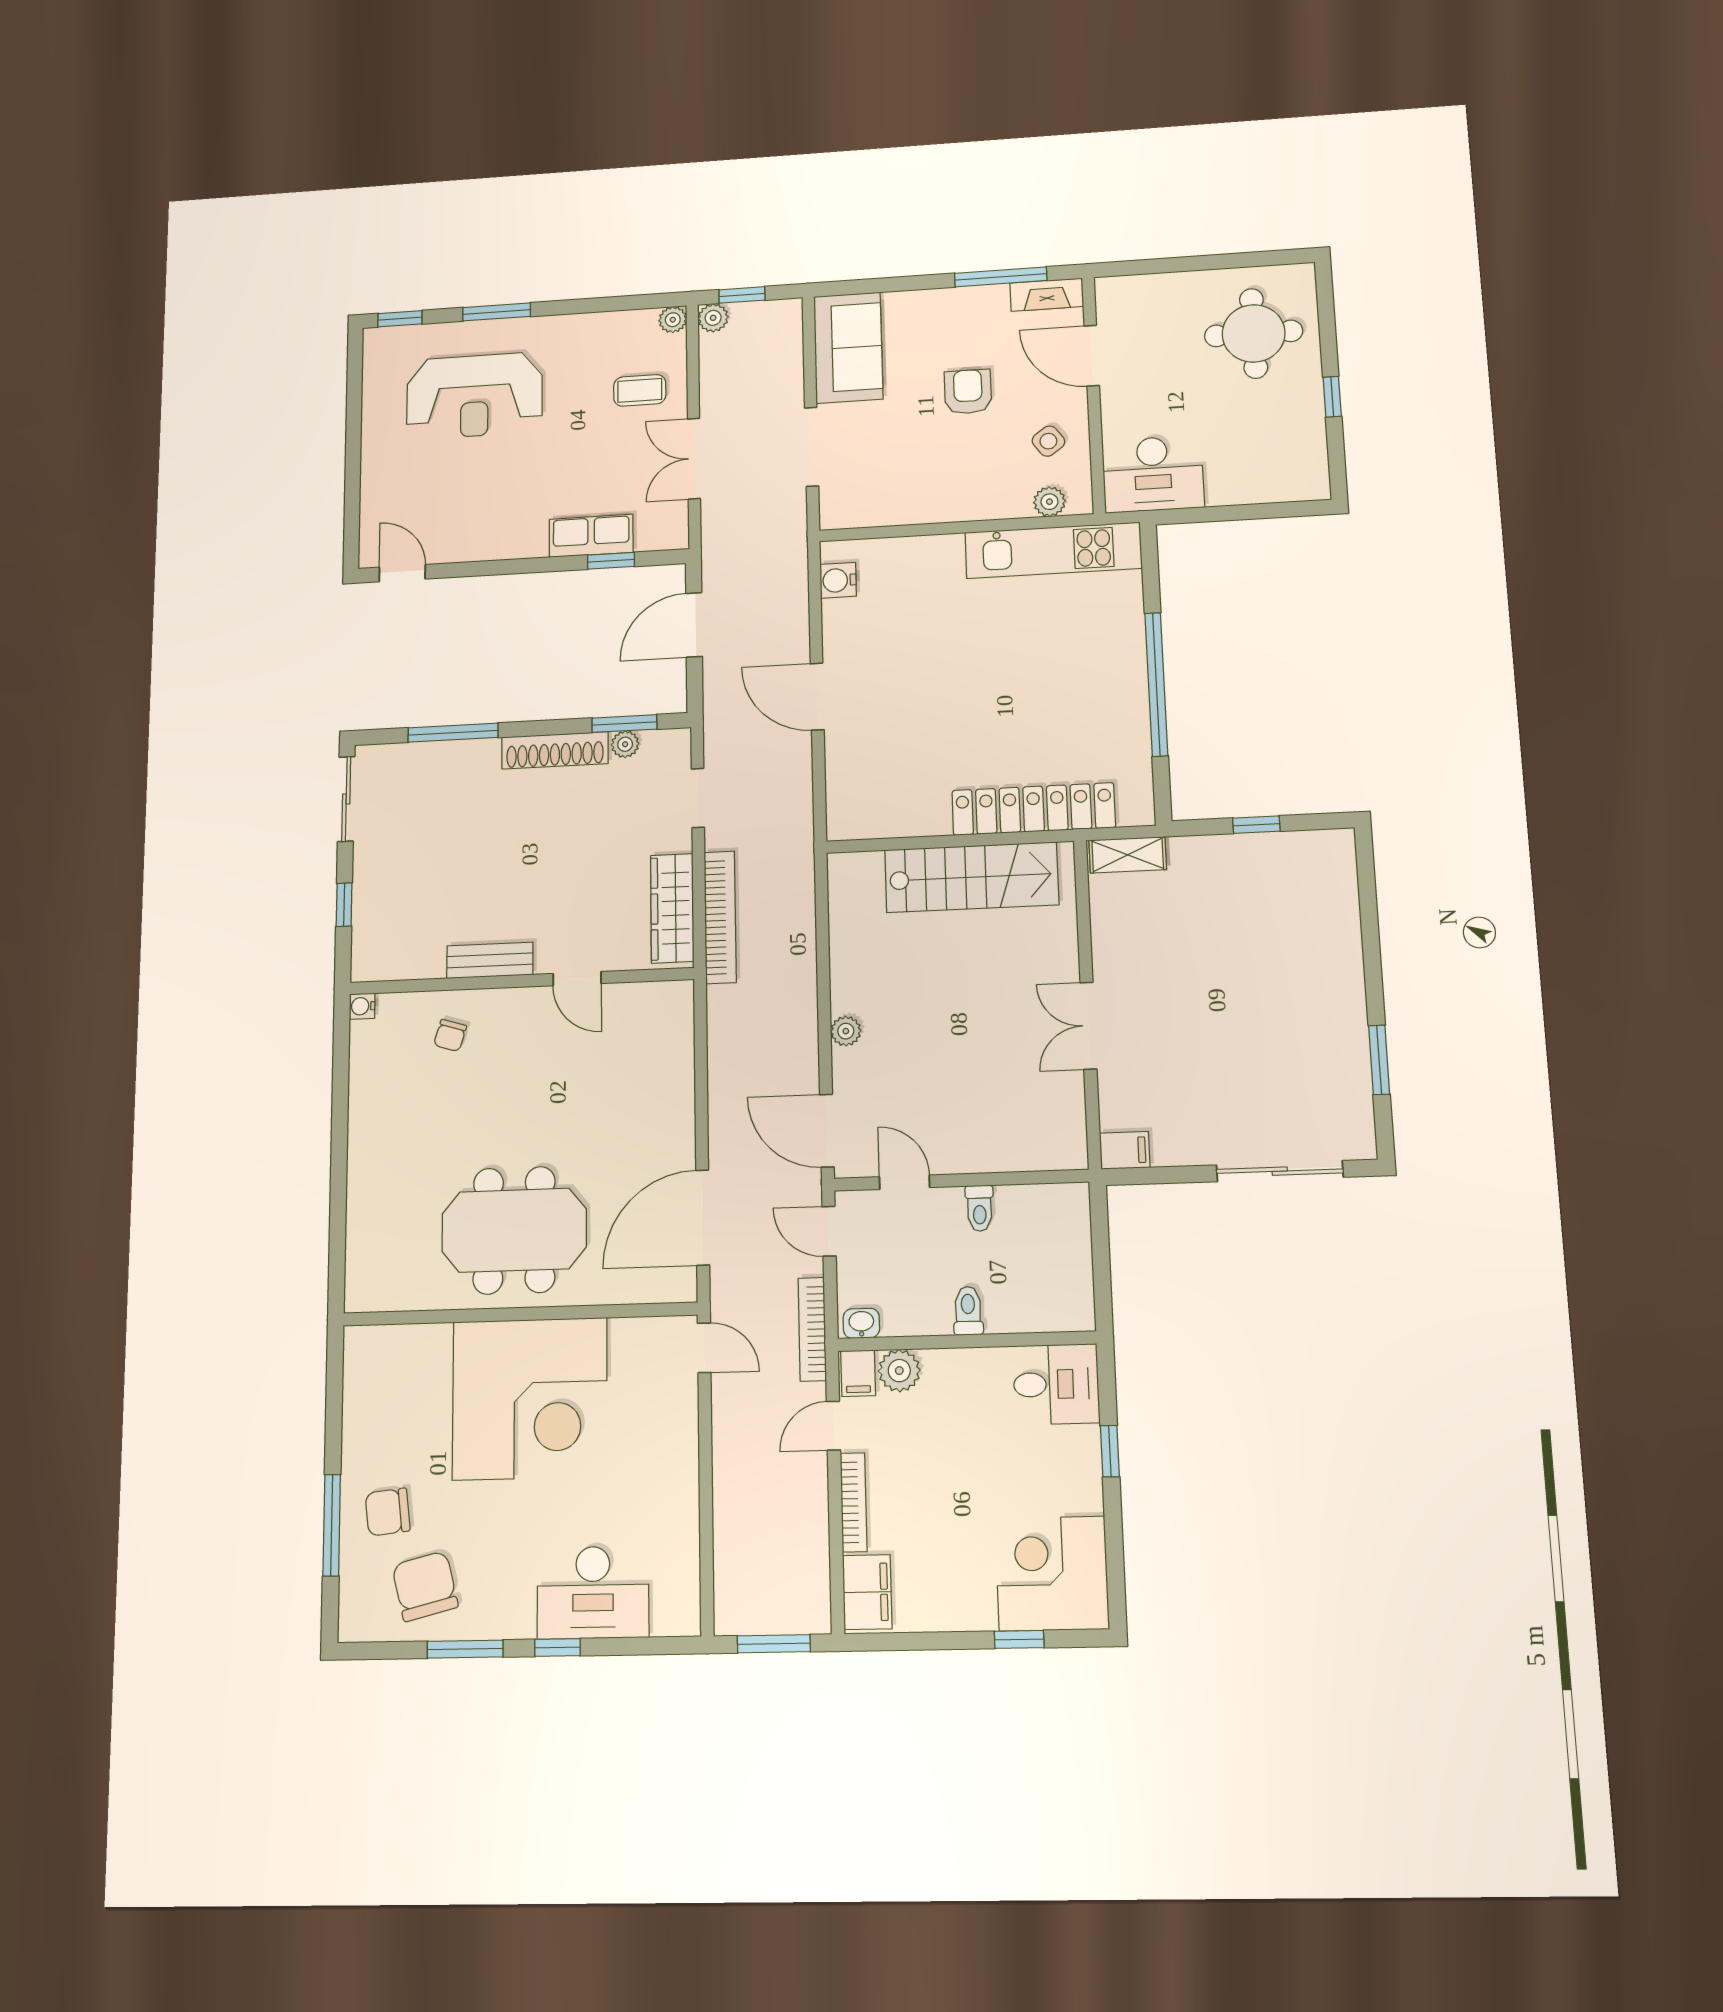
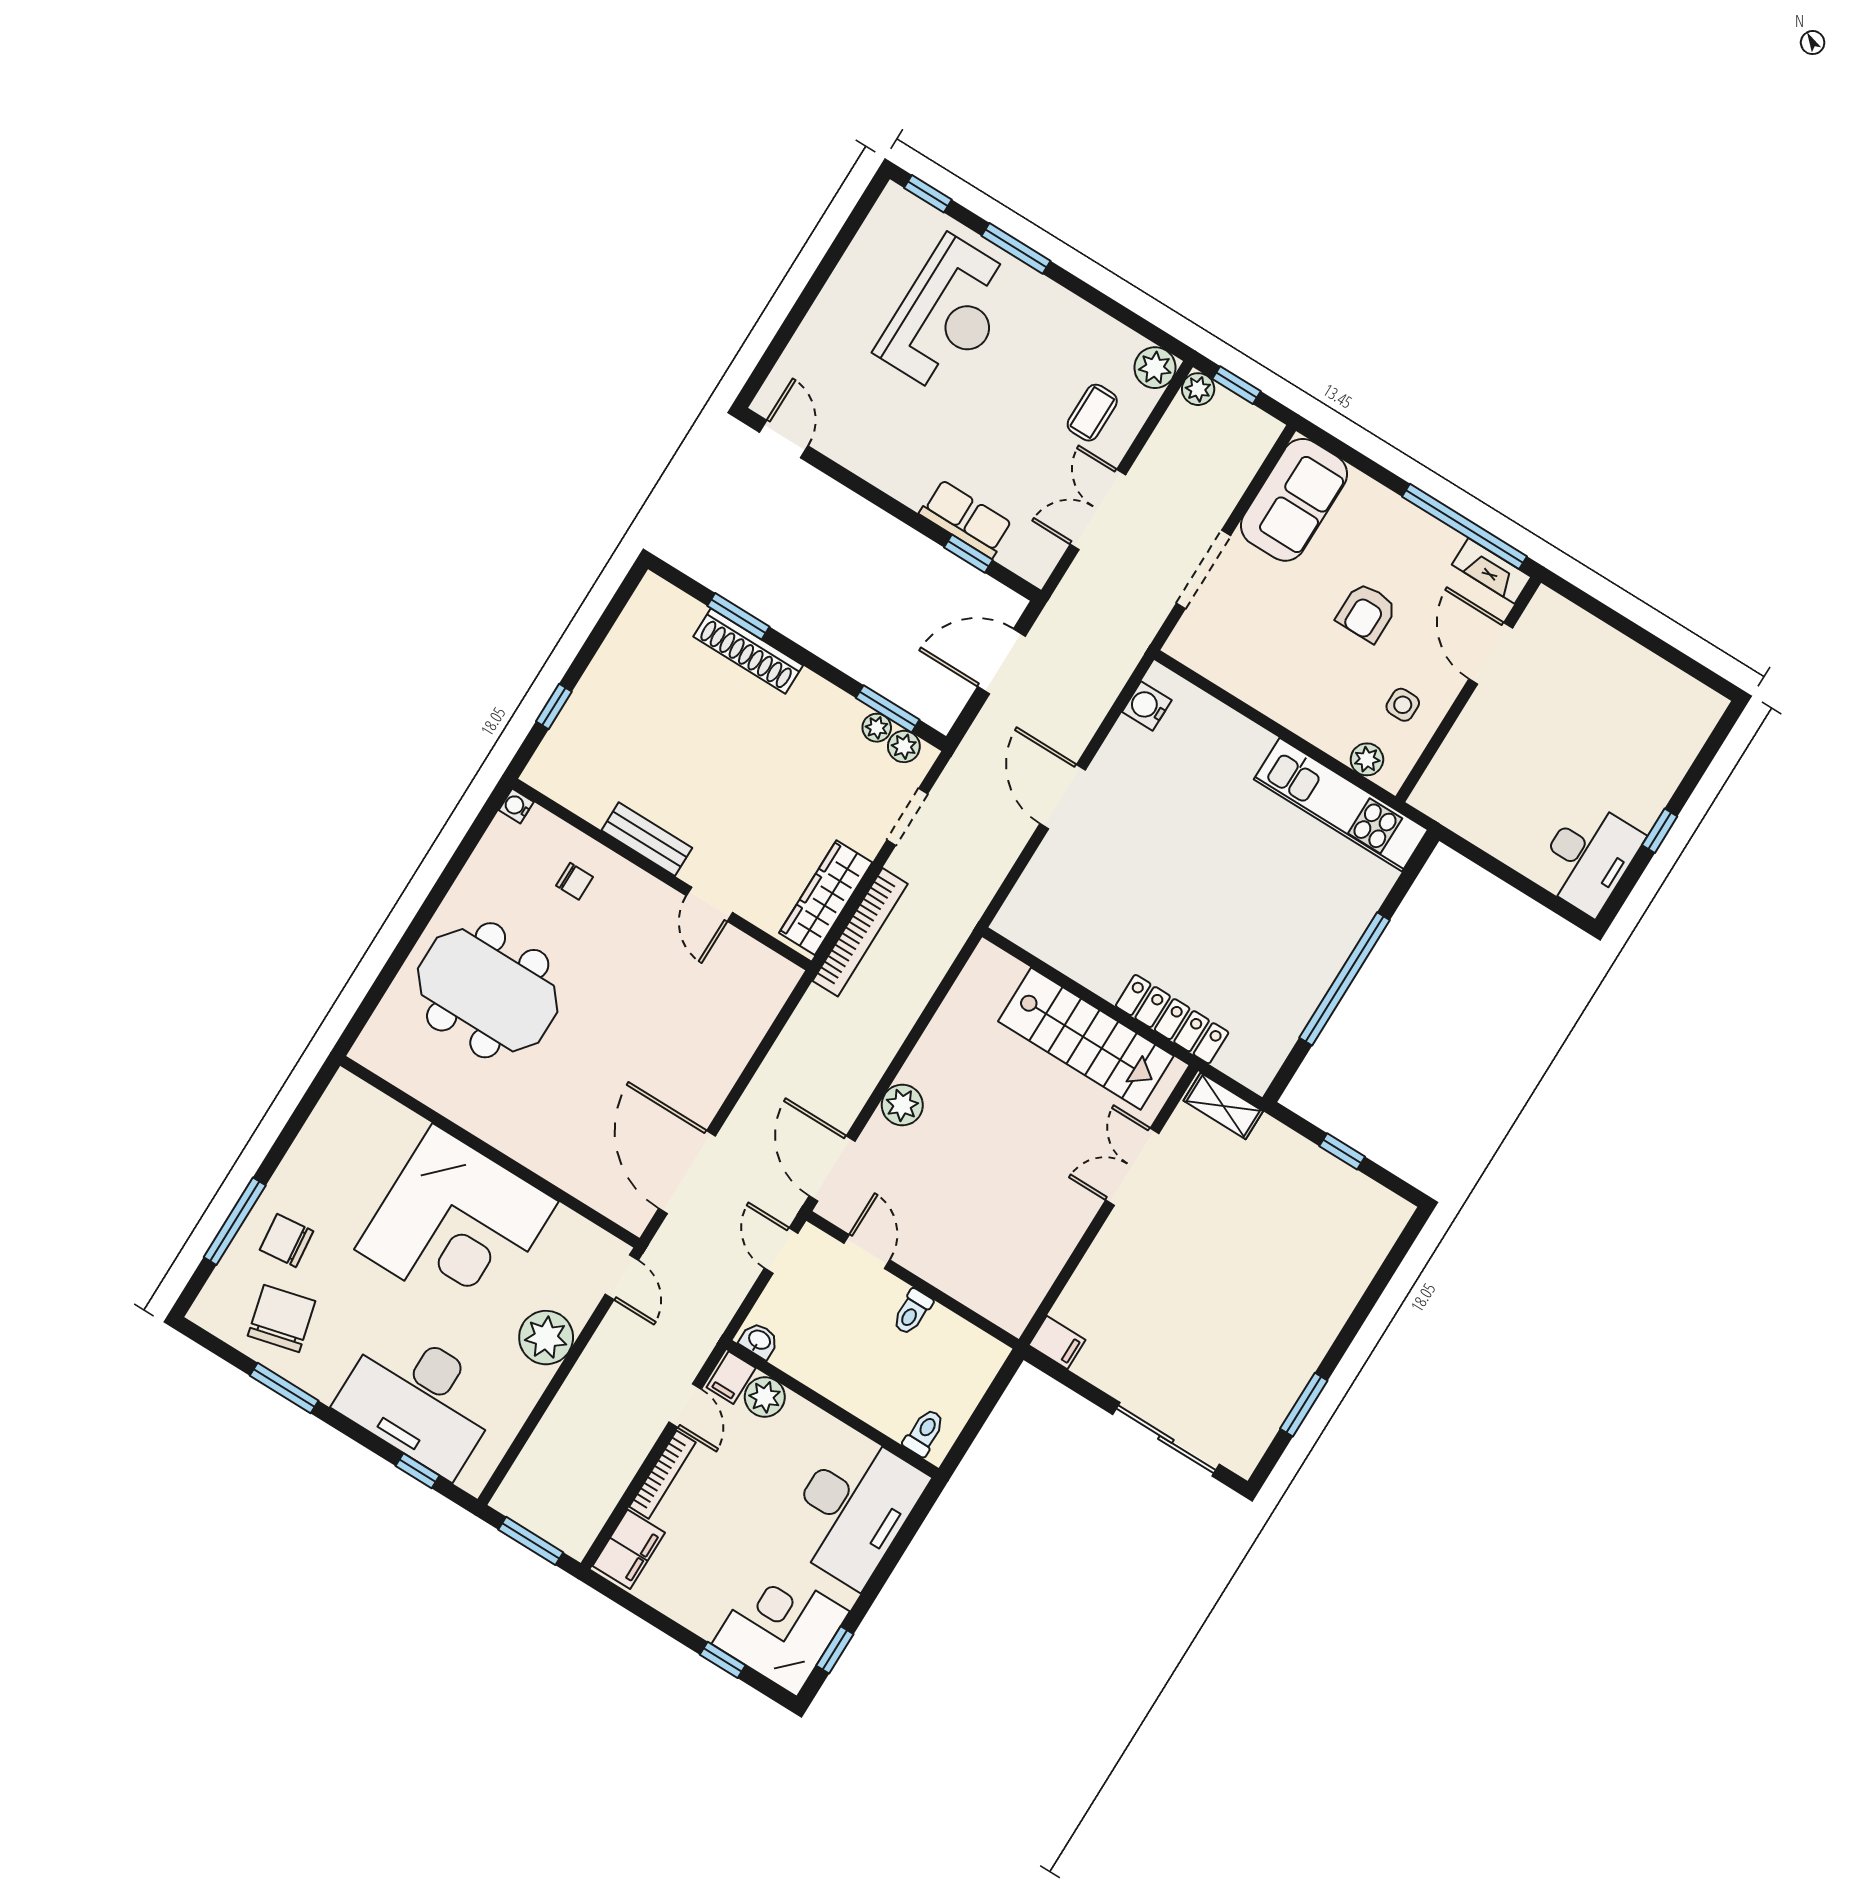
window: (1001, 277) -> (1465, 526), width x1.46
plant: (673, 320) -> (1155, 368), width x1.38, depth x1.38
round table: (1254, 333) -> (1636, 729), removed
coffee table: (640, 390) -> (1092, 413), turned 90
armchair: (968, 392) -> (1367, 612), turned 180
reception desk: (474, 396) -> (947, 315), turned -90
side table: (1048, 441) -> (1403, 705), turned 36
desk: (1153, 474) -> (1588, 857), moved, turned -90
window: (453, 733) -> (738, 616), width x0.69
plant: (658, 744) -> (904, 746), added
shoe rack: (555, 750) -> (748, 651), moved
sliding door: (346, 799) -> (612, 613), removed
locker: (1034, 809) -> (1172, 1019), width x0.71, depth x0.83
double door: (1088, 1026) -> (1132, 1167), moved
plant: (846, 1031) -> (902, 1105), width x1.38, depth x1.38
chair: (450, 1035) -> (575, 881), turned -107
door: (703, 1218) -> (687, 1172), hinge flipped
meeting table: (514, 1230) -> (488, 990), moved
toilet: (968, 1311) -> (924, 1433), moved
bookcase: (812, 1329) -> (717, 1319), removed
desk: (1056, 1384) -> (853, 1509), width x1.87, depth x1.30
door: (833, 1426) -> (685, 1406), swing flipped
plant: (671, 1447) -> (546, 1338), added
window: (1110, 1451) -> (835, 1650), moved
desk: (593, 1592) -> (420, 1400), width x1.36, depth x1.30
window: (557, 1647) -> (418, 1471), moved

